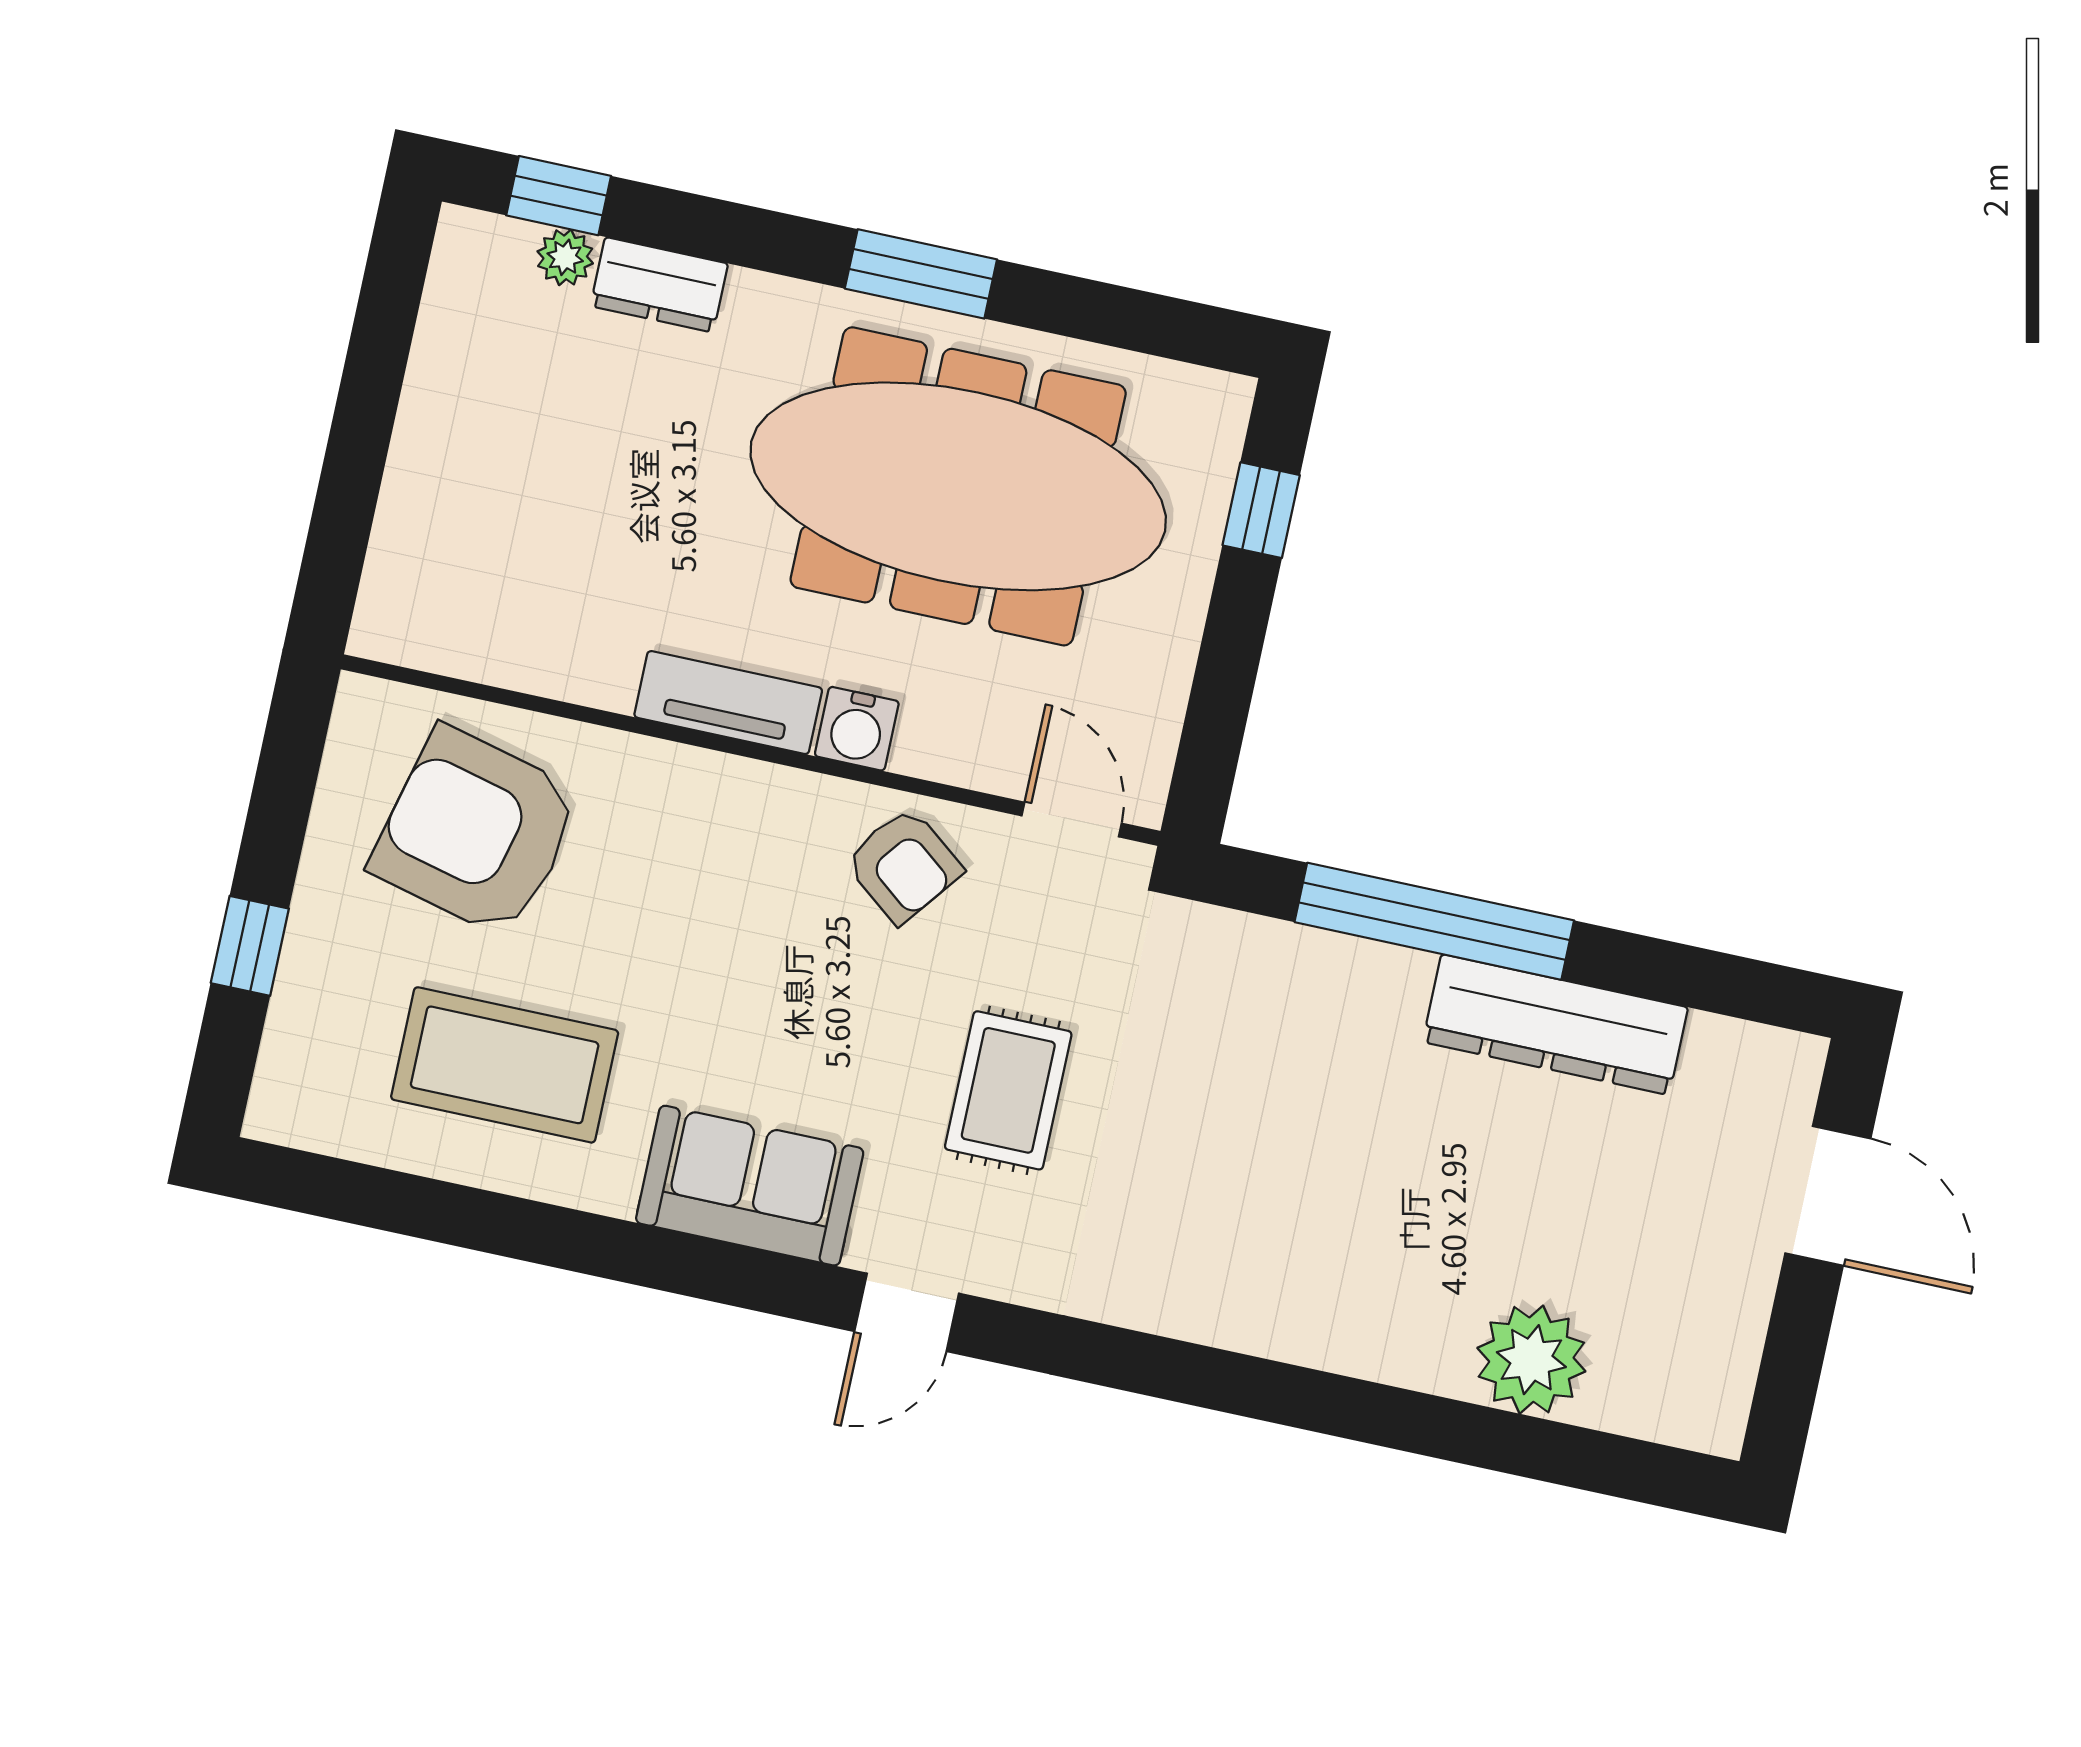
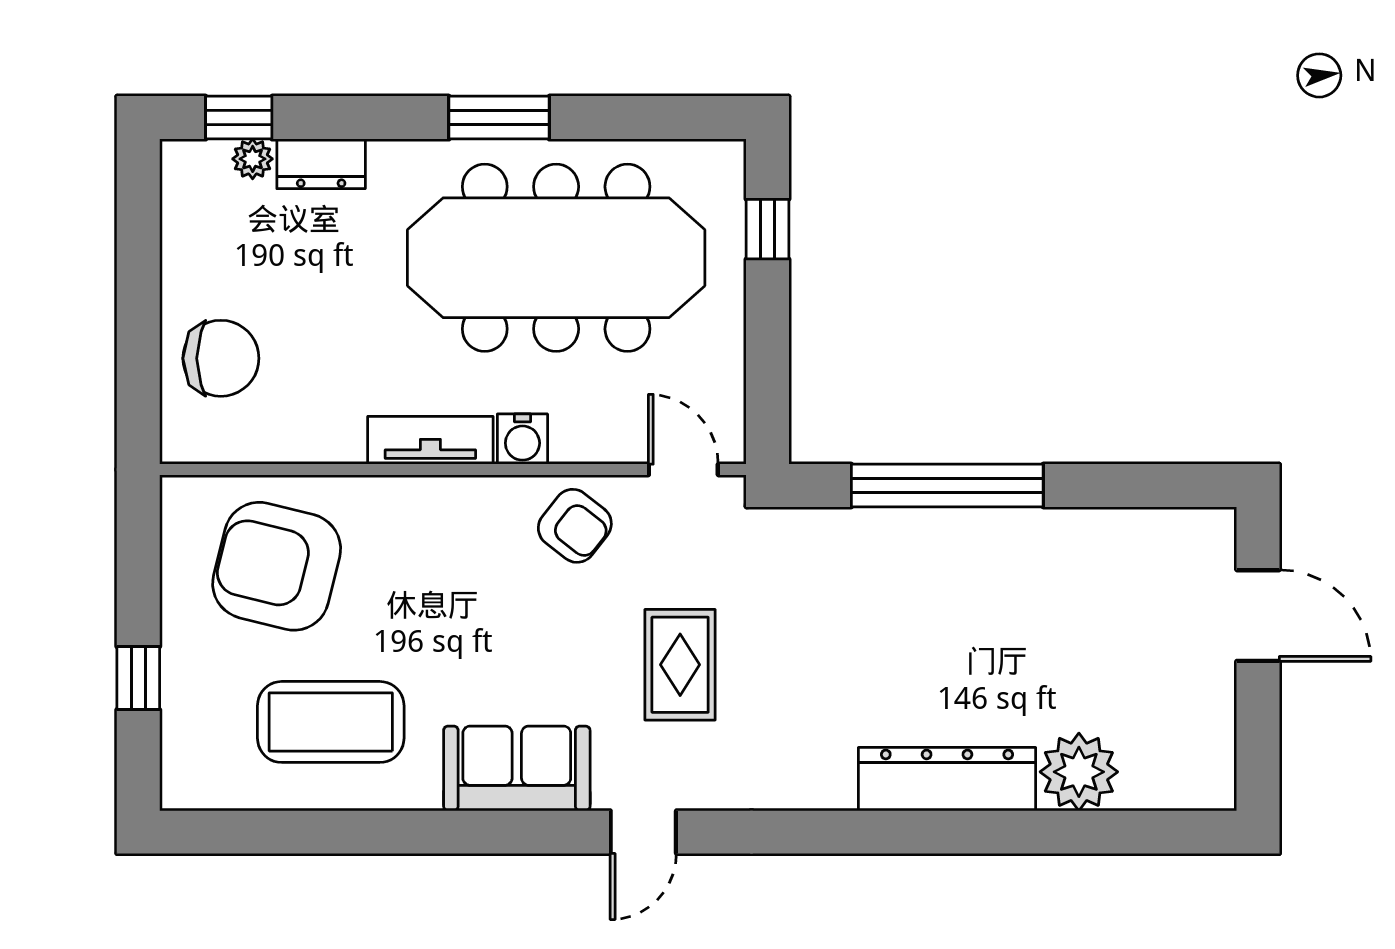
chair: (461, 525) -> (221, 358), added
dresser: (1555, 1025) -> (947, 779), moved, turned 180

